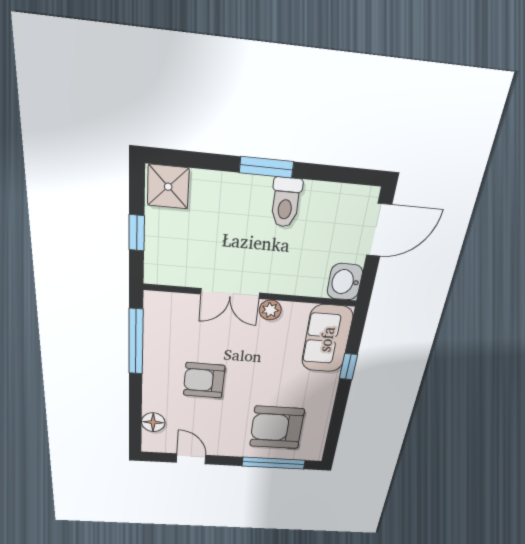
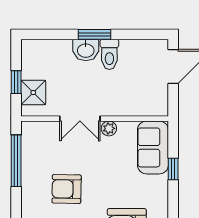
shower: (168, 187) -> (33, 93), moved
washbasin: (345, 282) -> (86, 50), moved, turned -90

